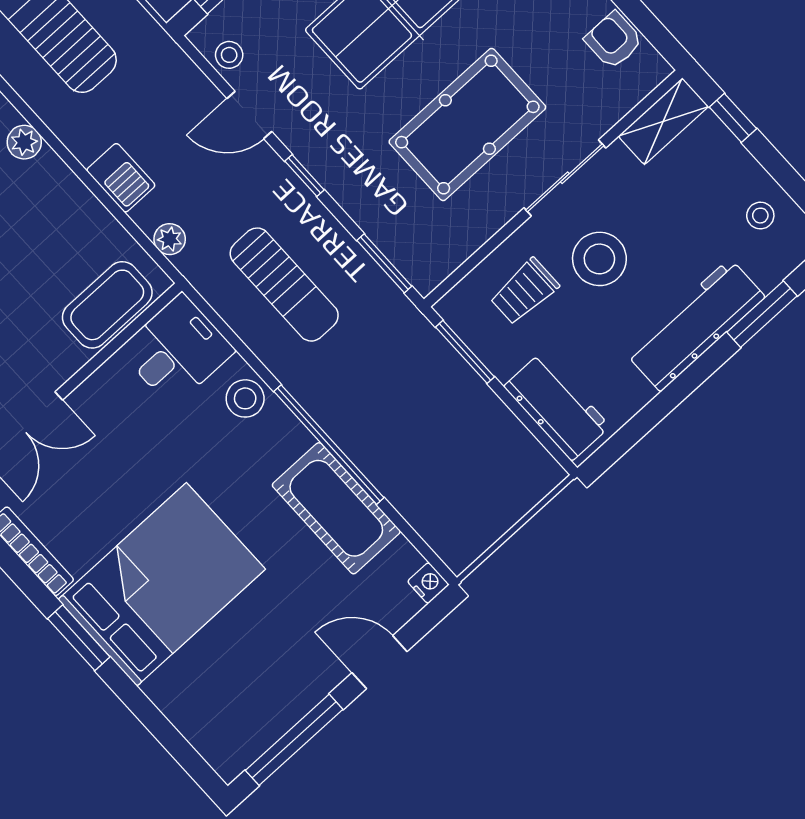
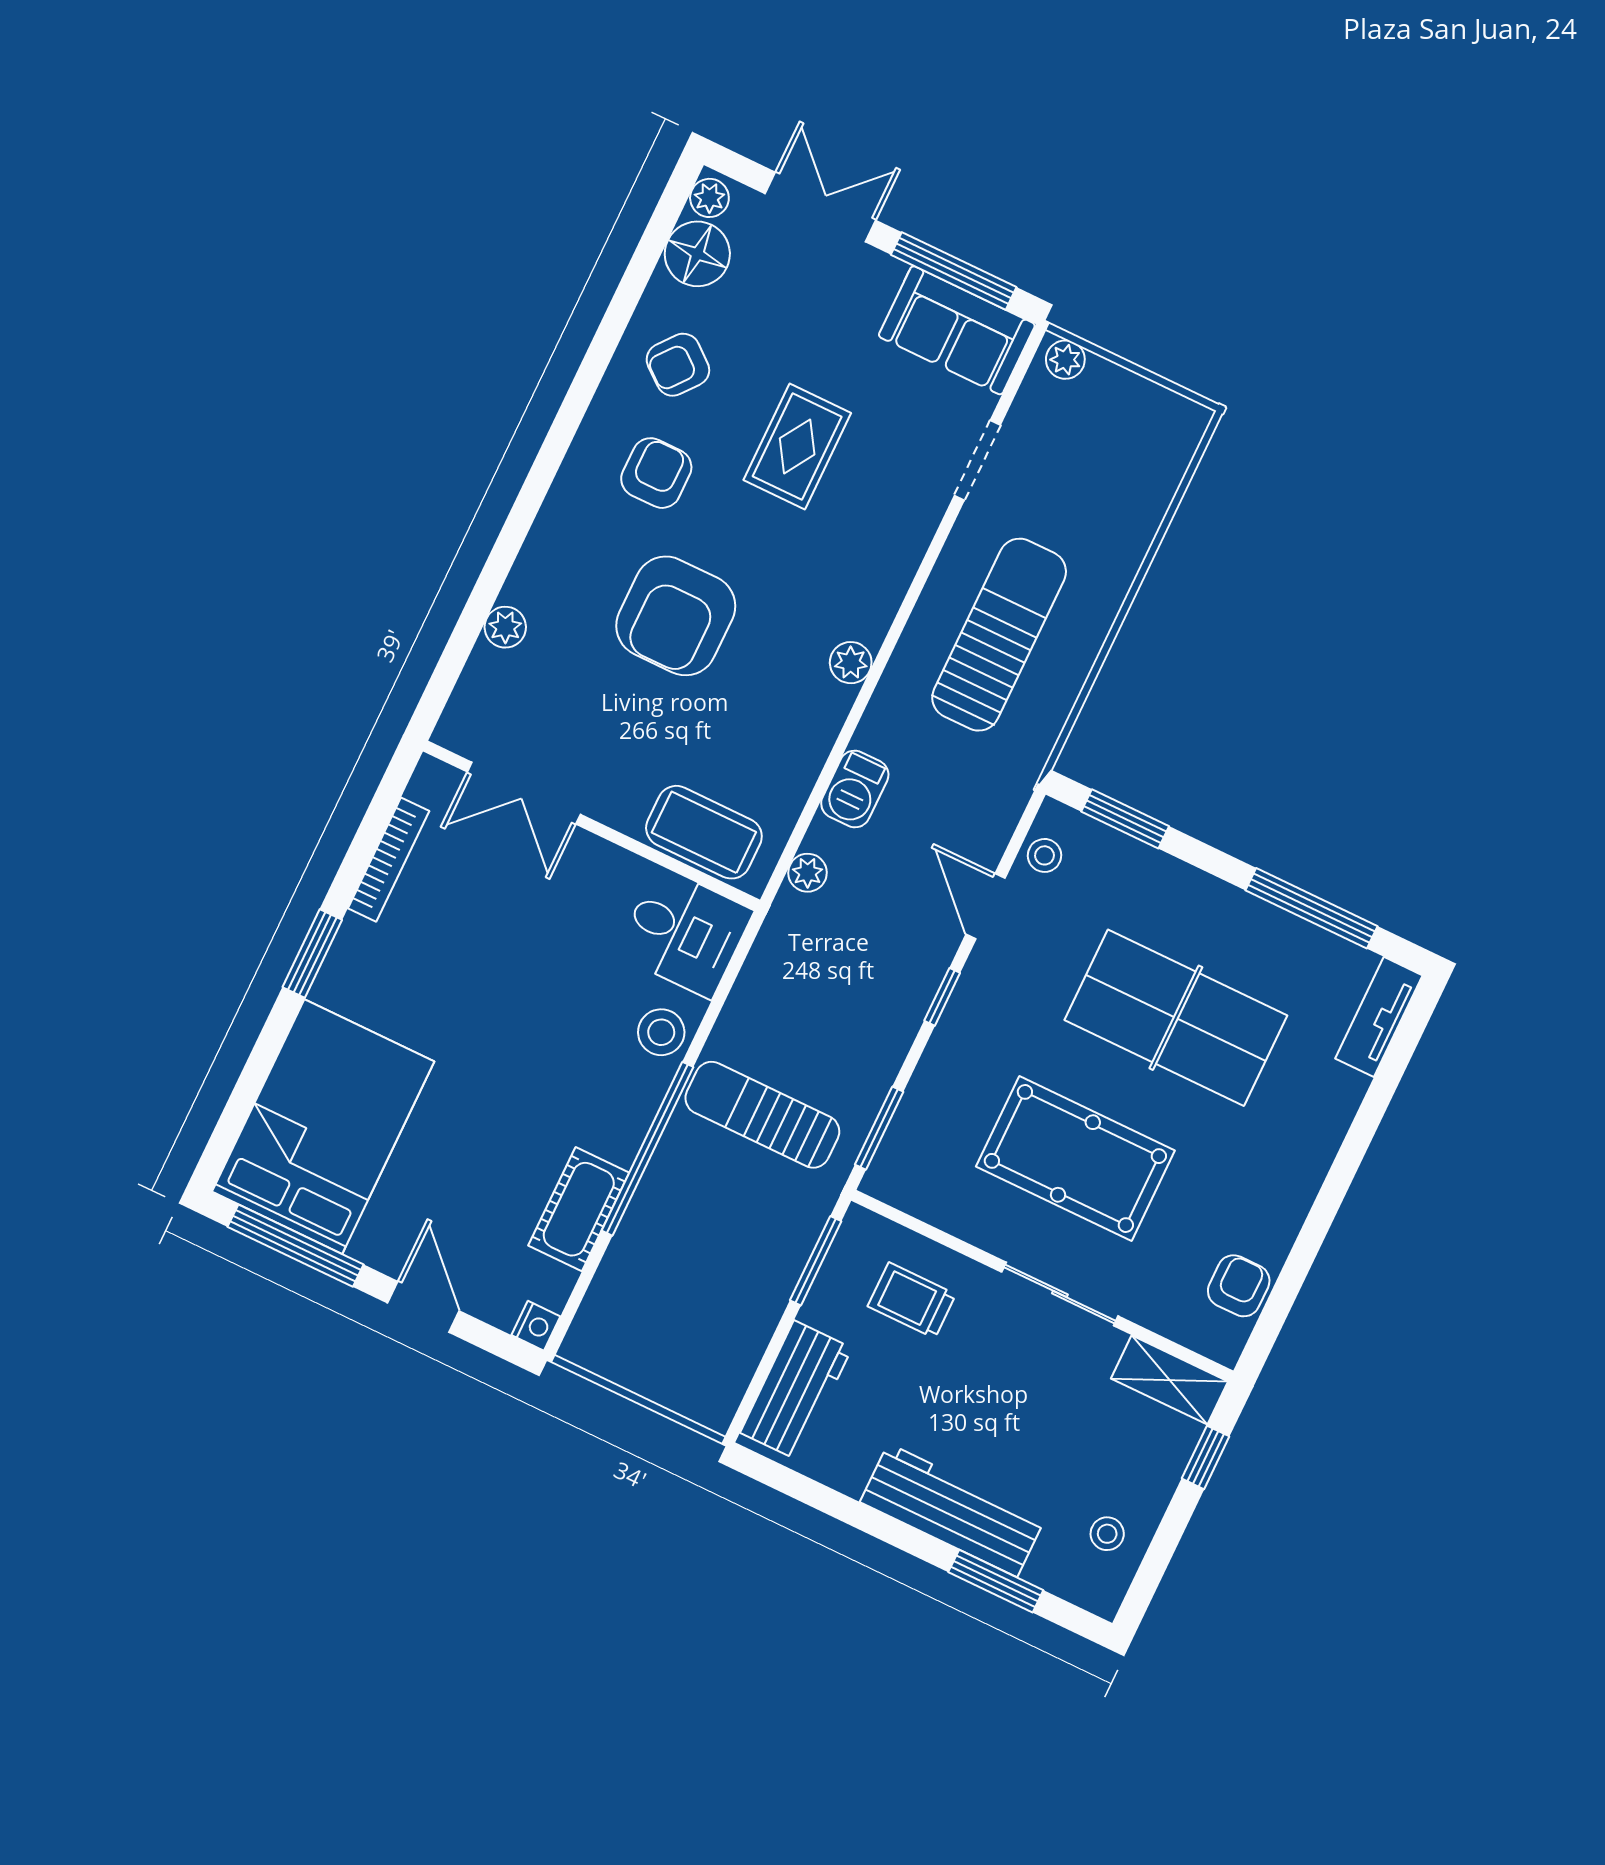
stool: (599, 259) -> (983, 1371), removed
sun lounger: (284, 285) -> (762, 1115), moved, turned 90
cot: (336, 508) -> (579, 1209), width x0.73, depth x0.75
bed: (162, 584) -> (323, 1127), moved, turned -90

